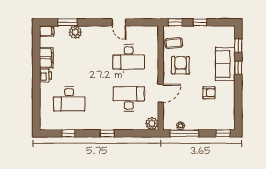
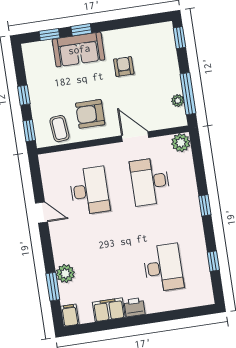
door: (119, 22) -> (42, 213), hinge flipped

